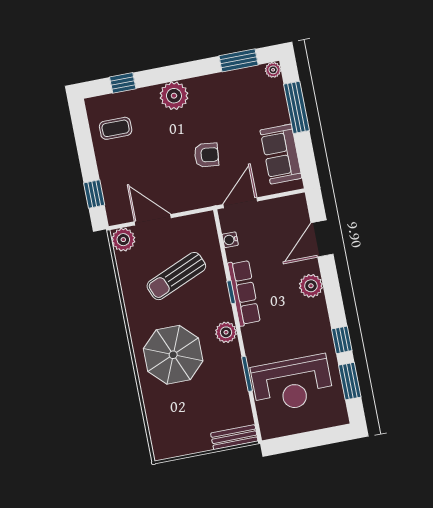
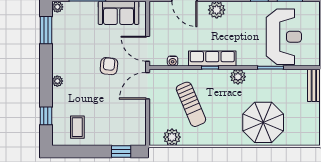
plant: (174, 96) -> (57, 81), width x0.53, depth x0.53
door: (153, 220) -> (148, 86), moved
plant: (123, 240) -> (172, 137), moved
parasol: (173, 355) -> (263, 122), moved

